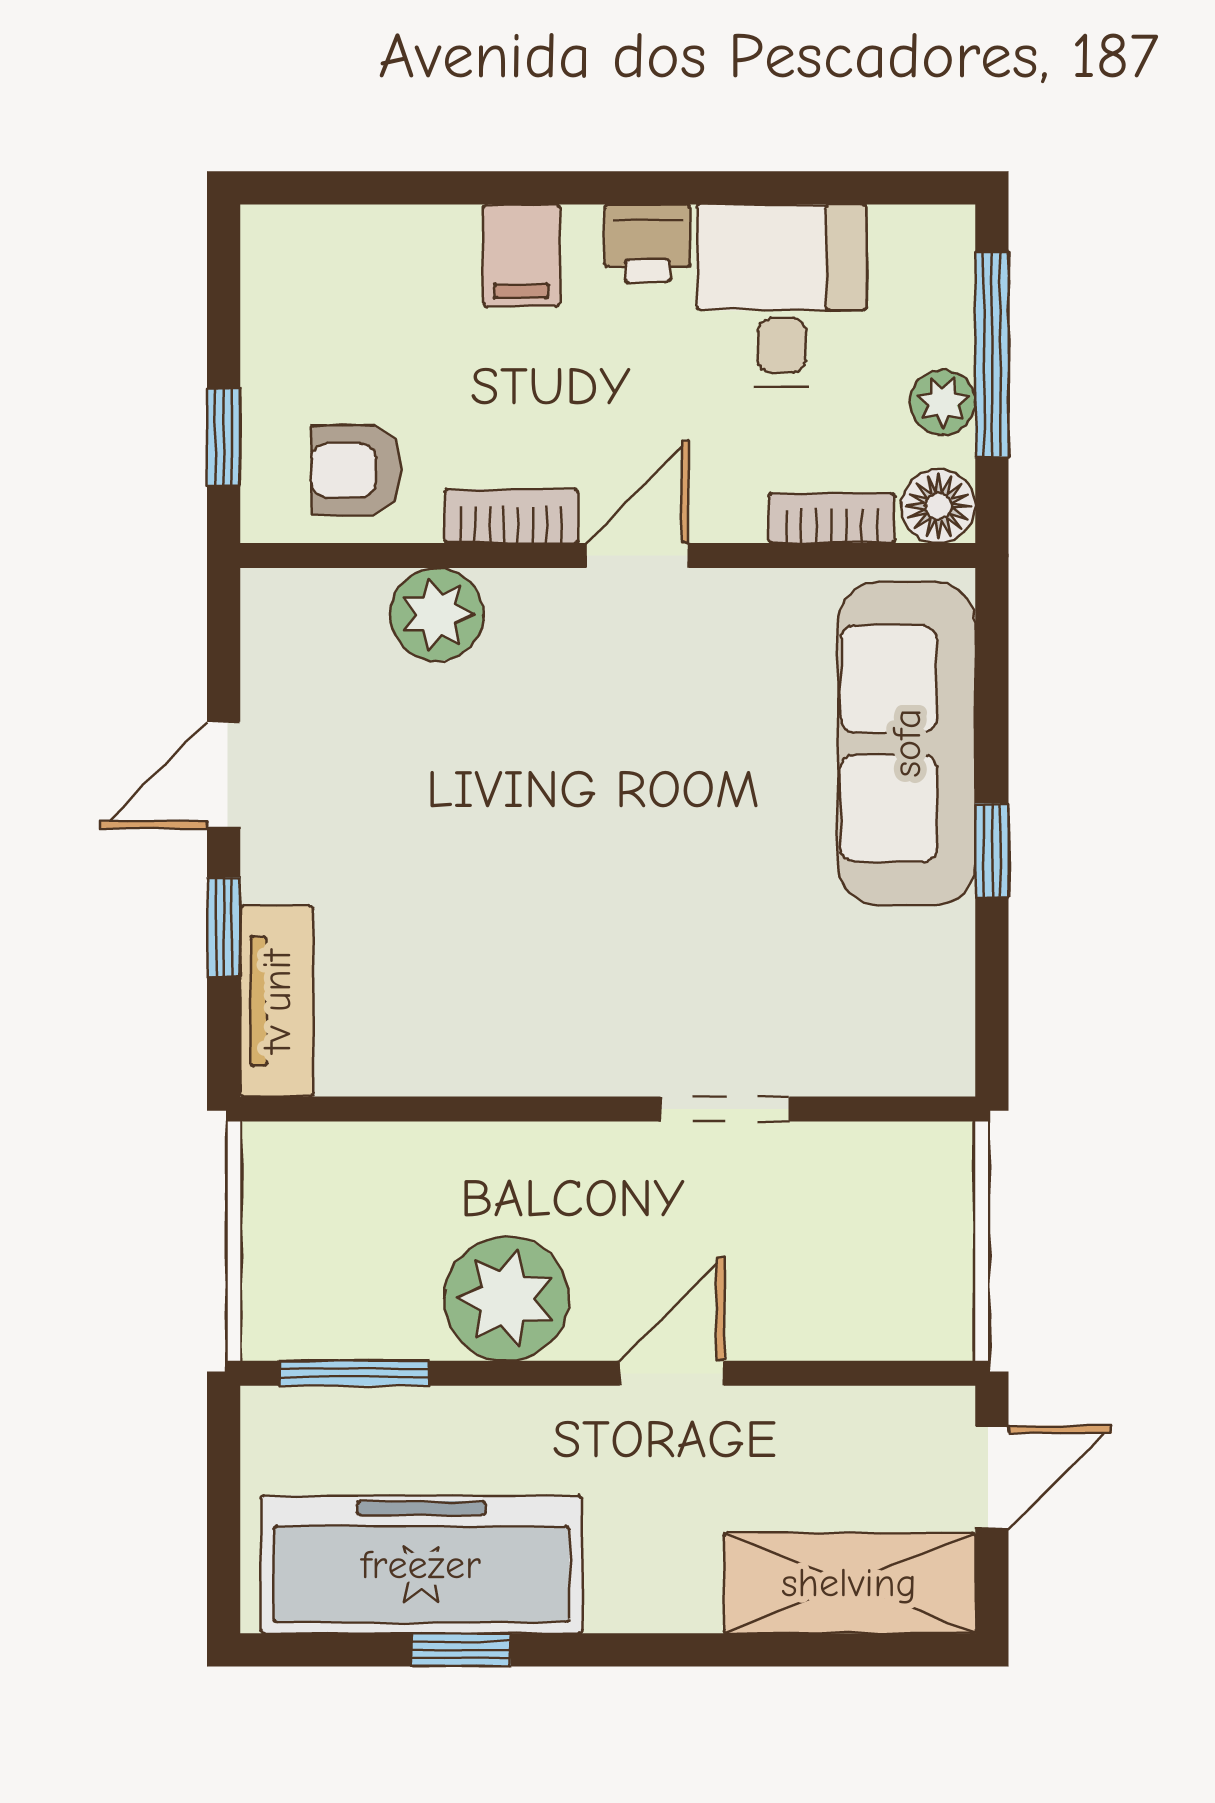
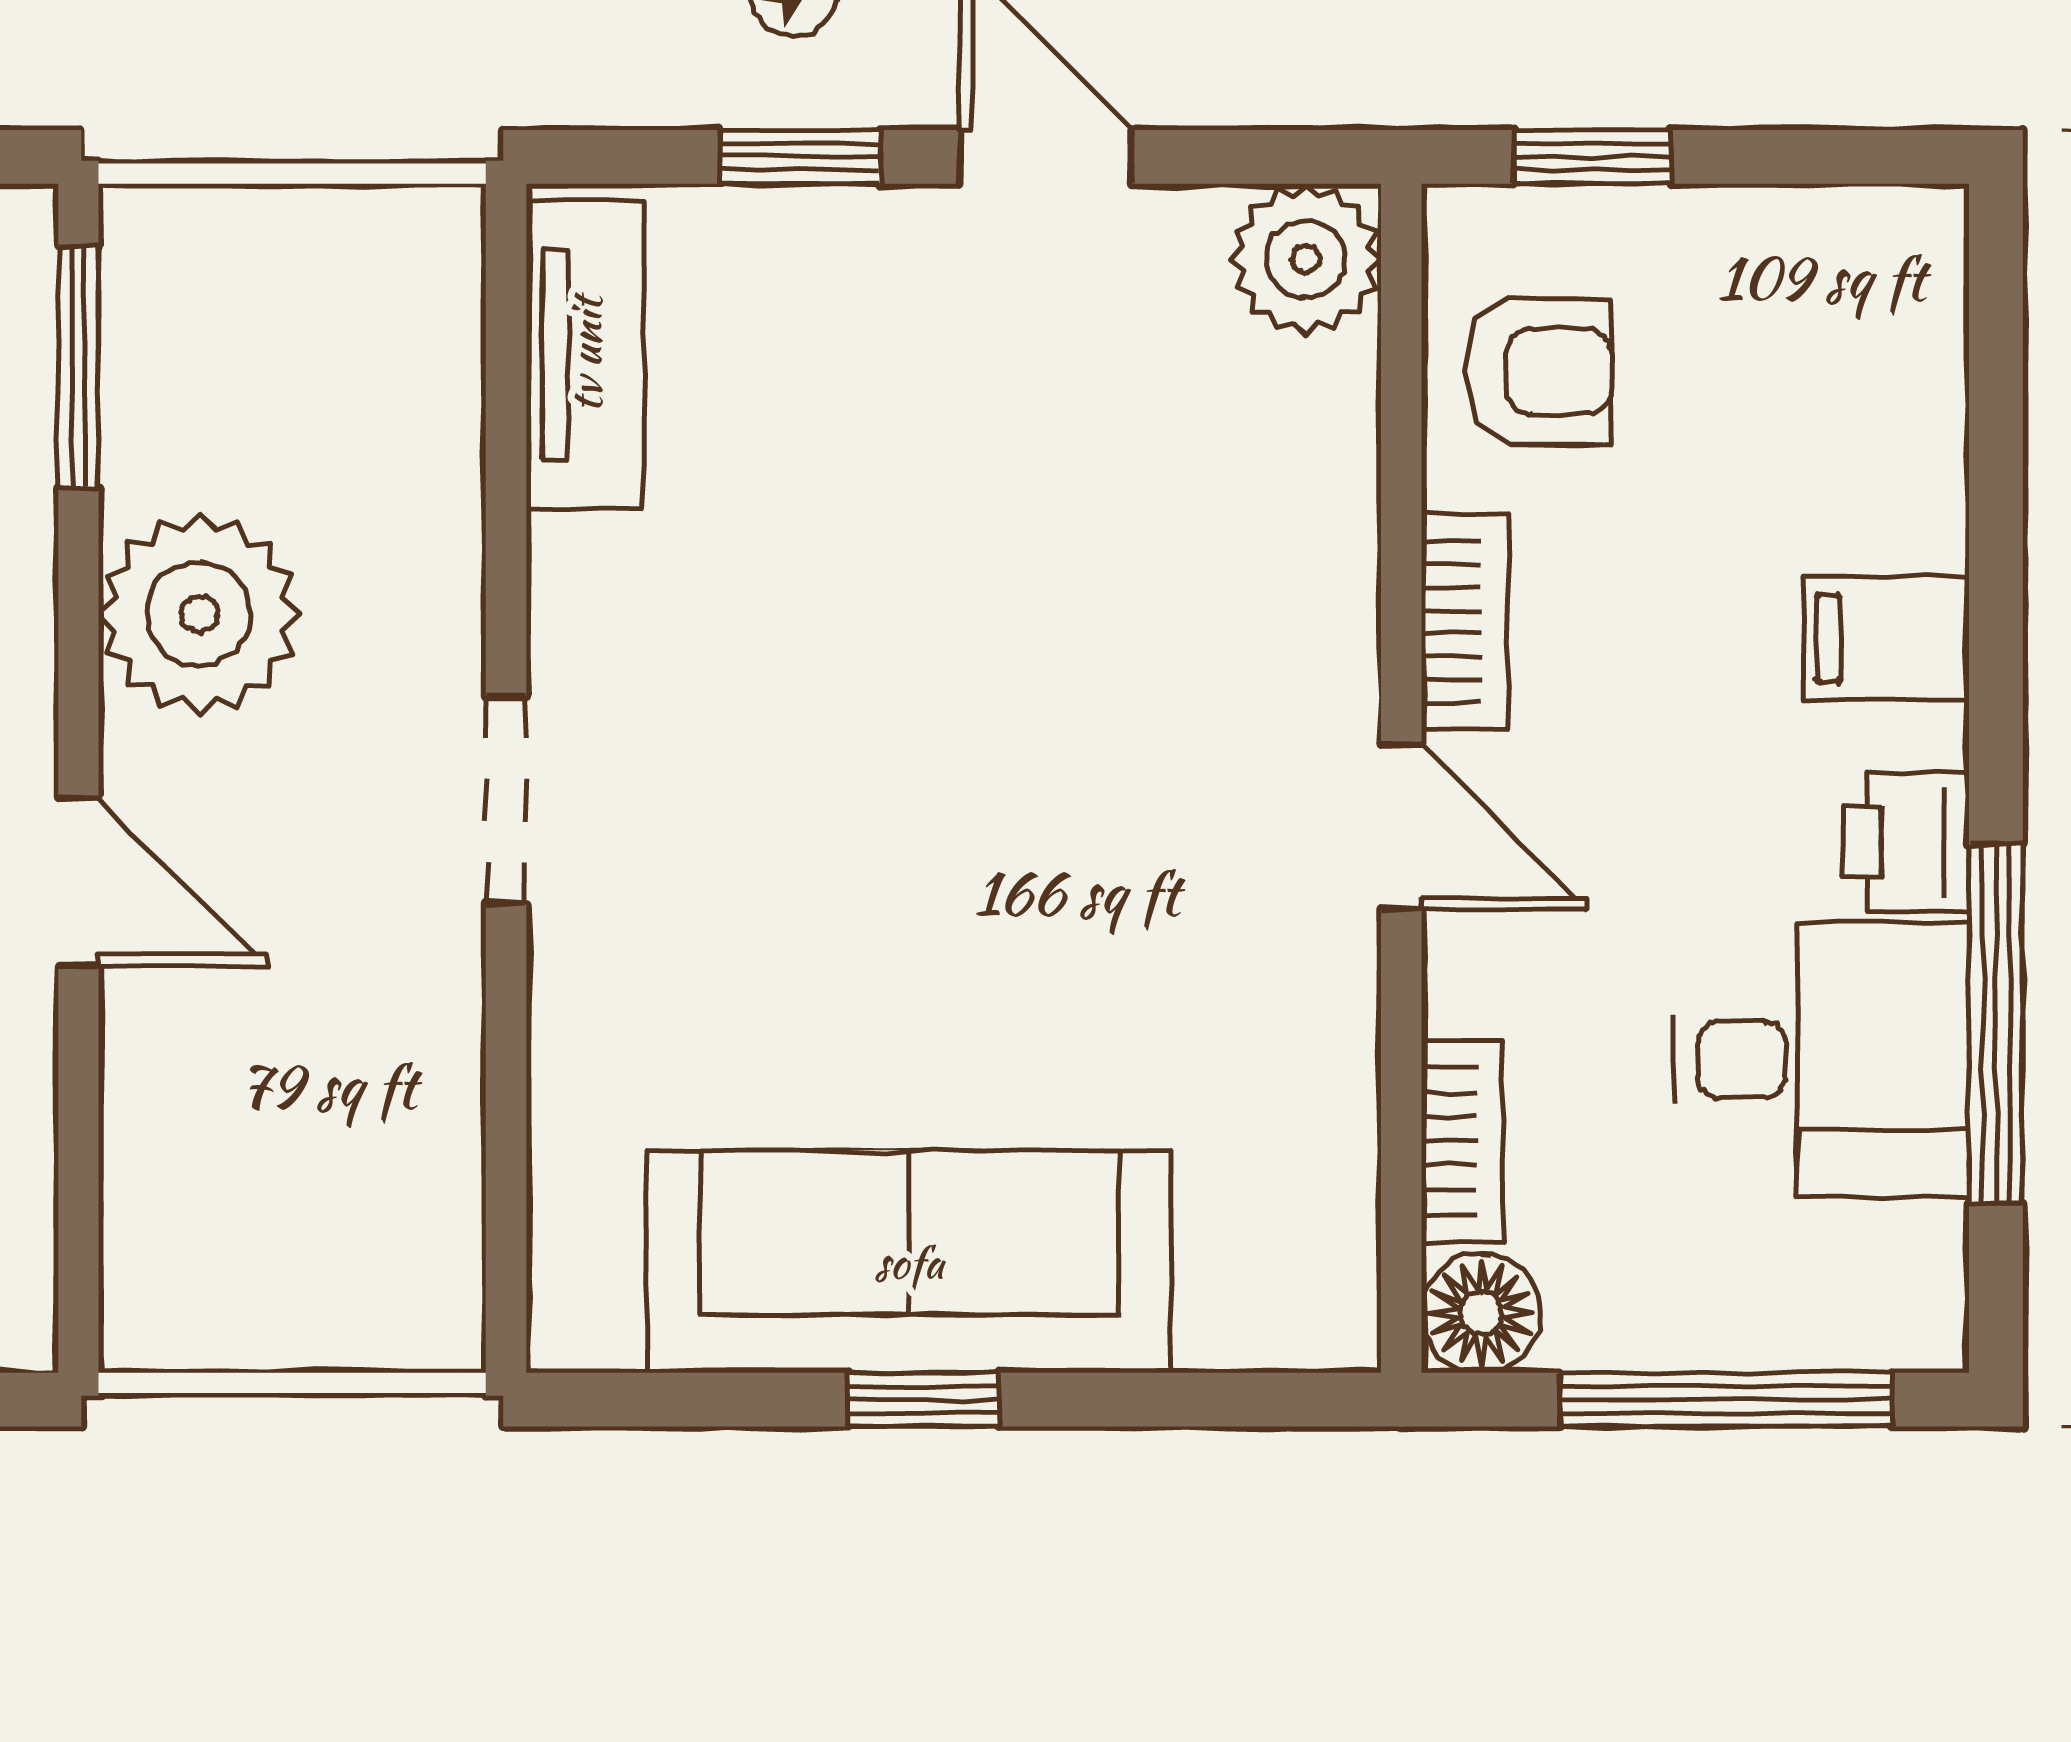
window: (760, 188) -> (1996, 1024), added
plant: (943, 402) -> (1649, 1320), removed
armchair: (356, 470) -> (1539, 371), turned 90
plant: (437, 614) -> (1306, 259), moved
sofa: (907, 743) -> (909, 1262), moved
tv unit: (277, 1001) -> (585, 355), moved, turned -90
doorway: (725, 1109) -> (506, 800), moved

